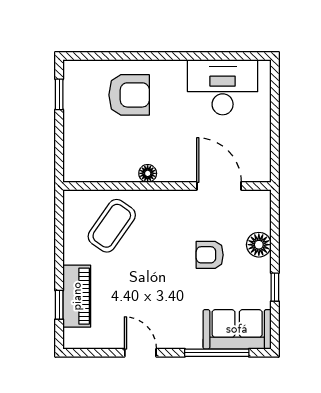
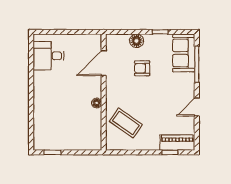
desk: (223, 87) -> (49, 56), width x0.73
armchair: (129, 95) -> (53, 113), removed
armchair: (210, 255) -> (142, 68), turned 90
piano: (77, 296) -> (177, 143), moved

